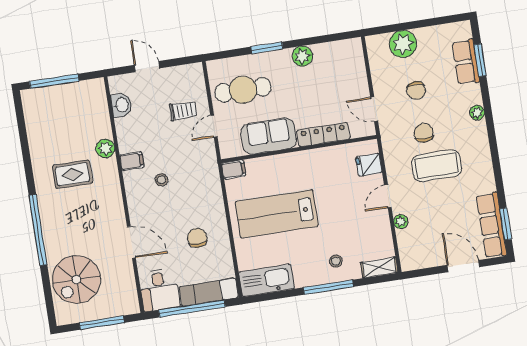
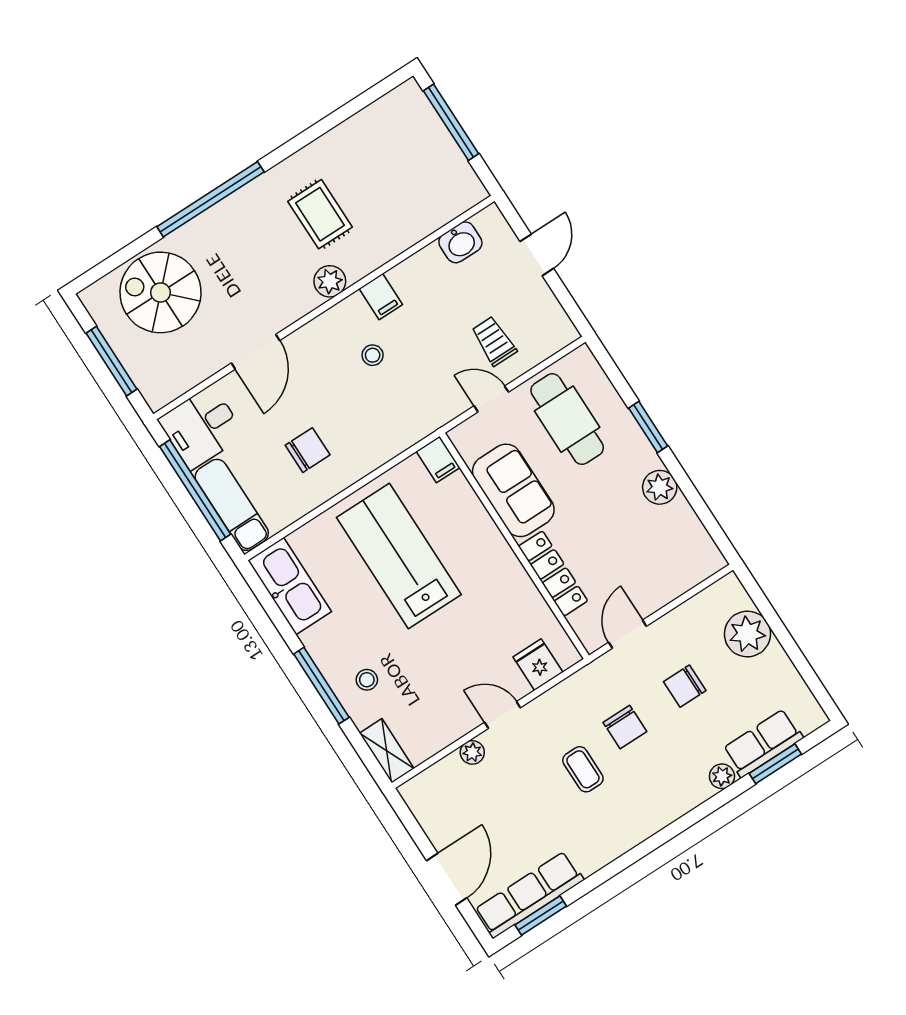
trolley: (183, 111) -> (494, 341), turned 180
plant: (477, 113) -> (722, 776), moved
chair: (424, 133) -> (625, 727), turned 90
plant: (105, 148) -> (330, 281), moved
coffee table: (437, 166) -> (583, 769), width x0.54, depth x0.58

